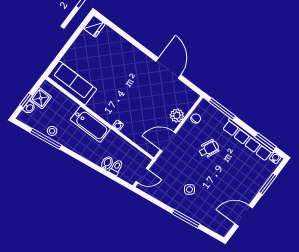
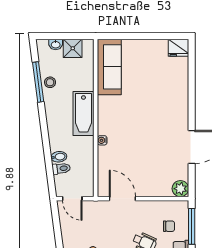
window: (26, 100) -> (60, 36), removed
plant: (177, 115) -> (180, 189), moved
chair: (196, 118) -> (169, 226), moved

